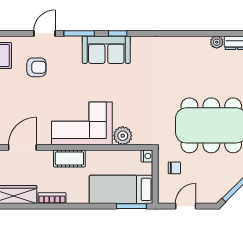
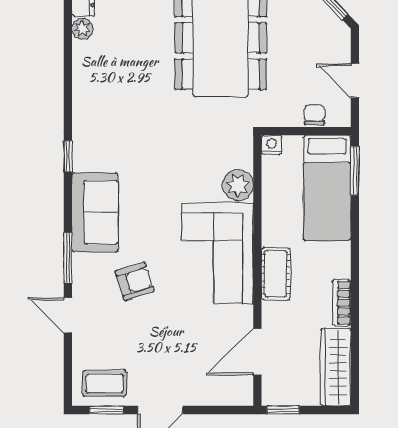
window: (118, 33) -> (68, 156), moved
armchair: (36, 67) -> (135, 281), moved, turned 72
door: (22, 147) -> (257, 352), hinge flipped
chair: (174, 168) -> (314, 115), moved

